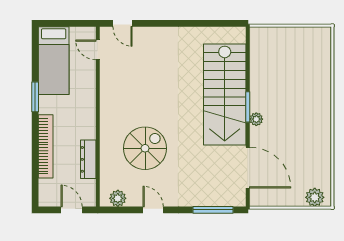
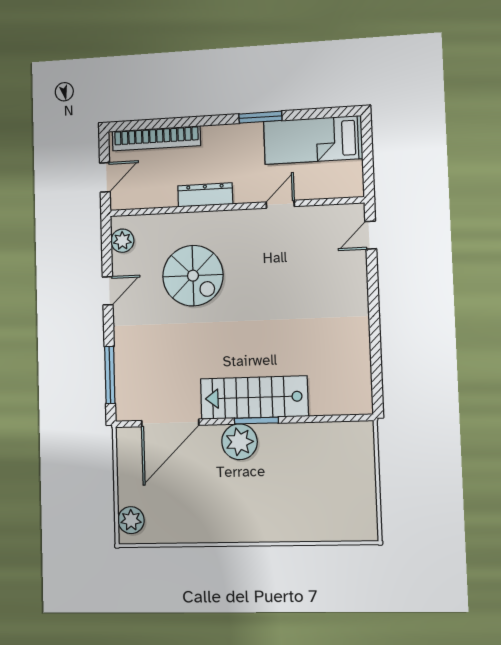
door: (98, 50) -> (280, 204), moved
stairs: (225, 94) -> (254, 398), width x0.73, depth x0.66
plant: (256, 119) -> (239, 442), width x1.87, depth x1.87
bookcase: (46, 146) -> (156, 138), moved
dresser: (88, 159) -> (205, 195), moved

